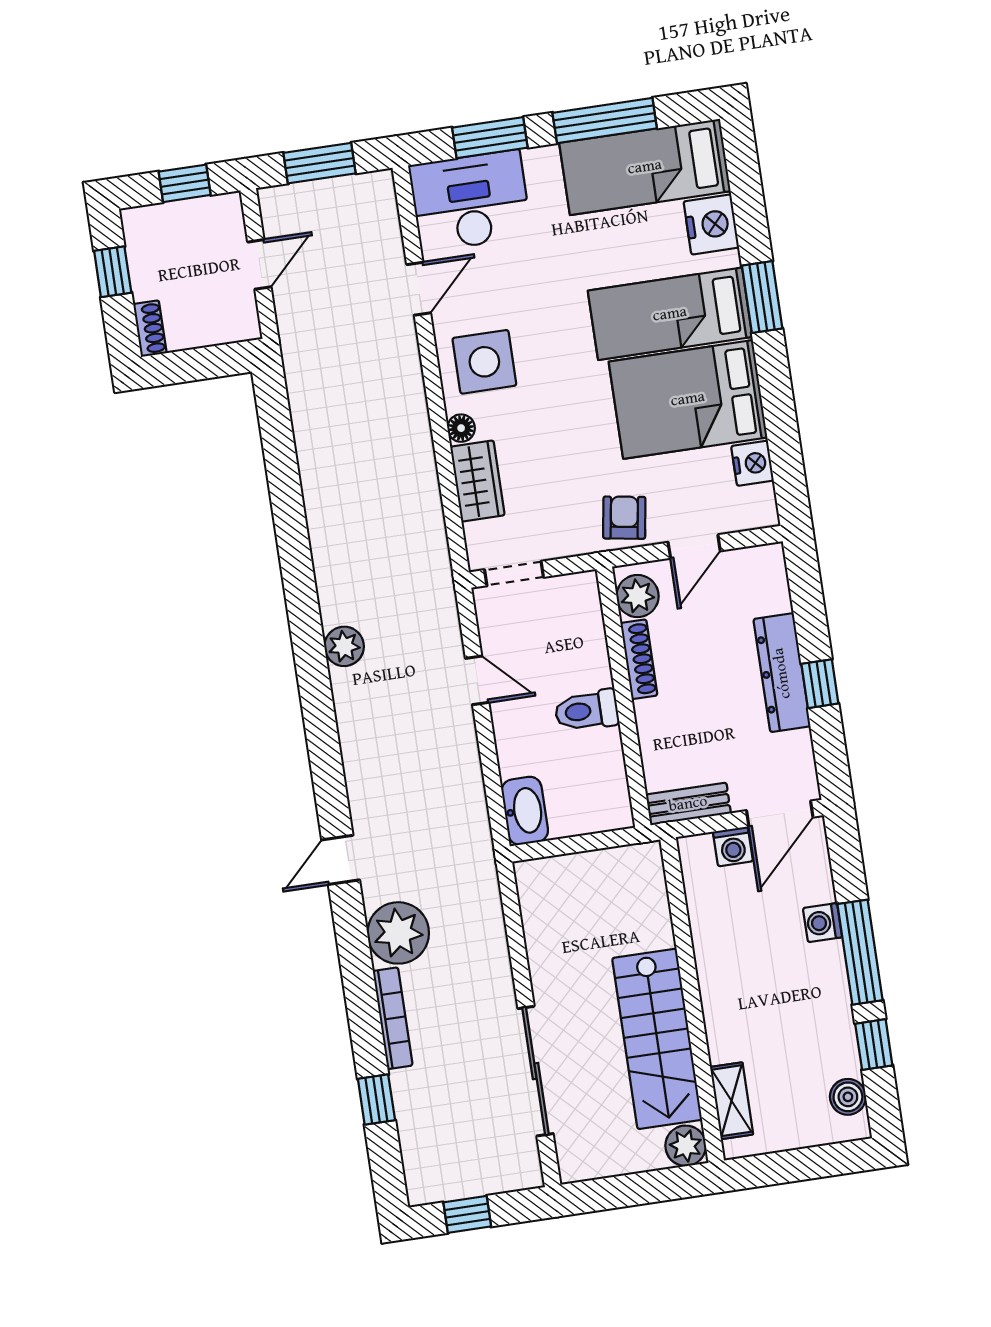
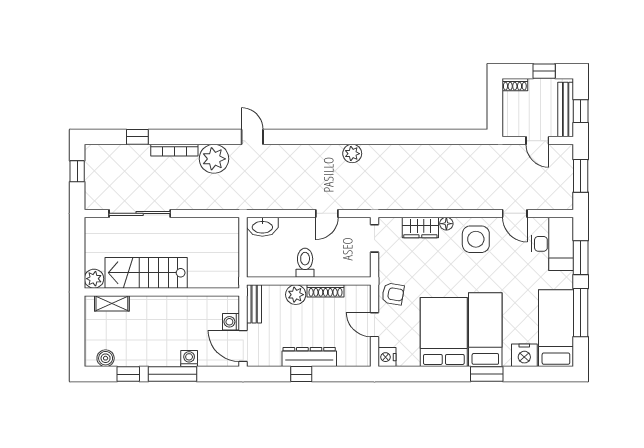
bench: (186, 215) -> (566, 110), added
nightstand: (753, 463) -> (387, 357), moved, turned 90
plant: (638, 596) -> (296, 295), moved

